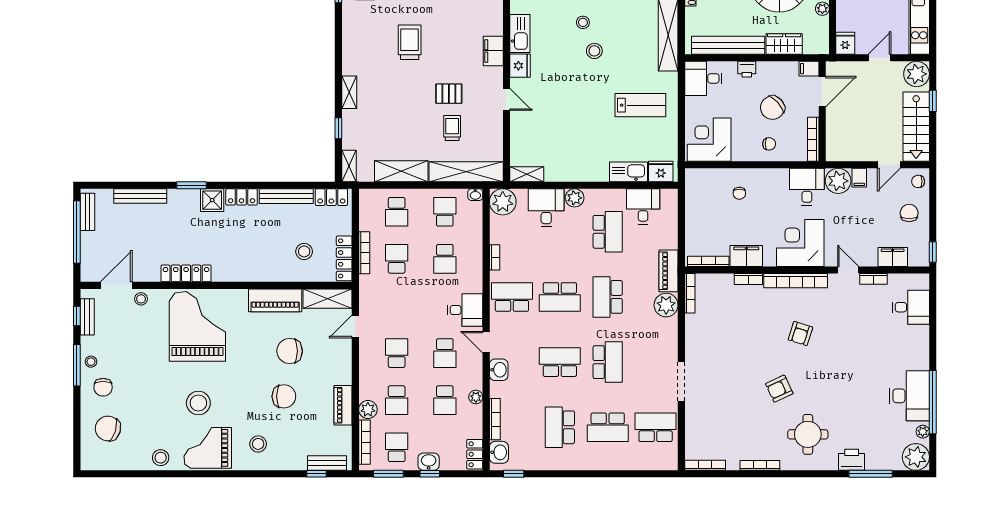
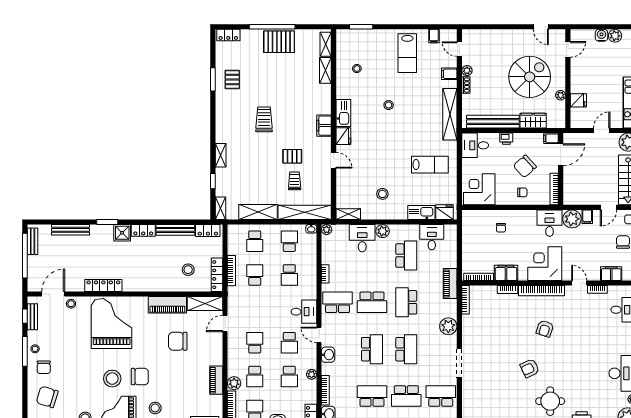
fridge: (845, 43) -> (578, 100), moved, turned 90
stool: (594, 51) -> (382, 194), moved
plant: (503, 202) -> (327, 230), width x0.53, depth x0.53
plant: (666, 305) -> (448, 326), moved
school desk: (560, 362) -> (372, 349), turned 90
chair: (284, 396) -> (140, 377), moved
school desk: (560, 427) -> (372, 396), turned 90

